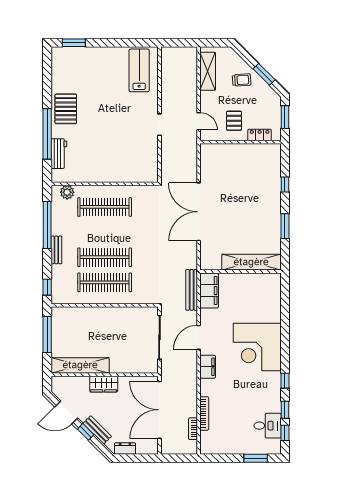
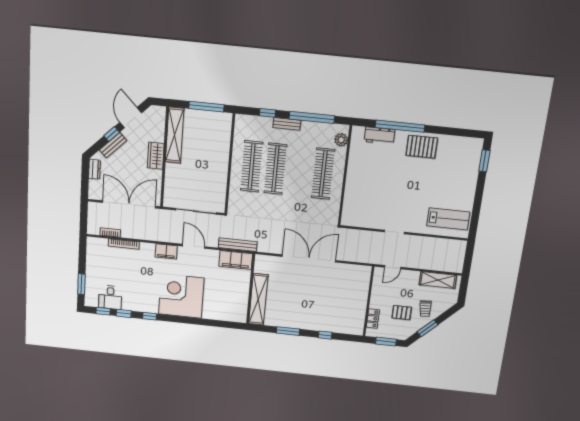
pallet: (234, 121) -> (402, 313), moved
window: (47, 287) -> (267, 113), moved

